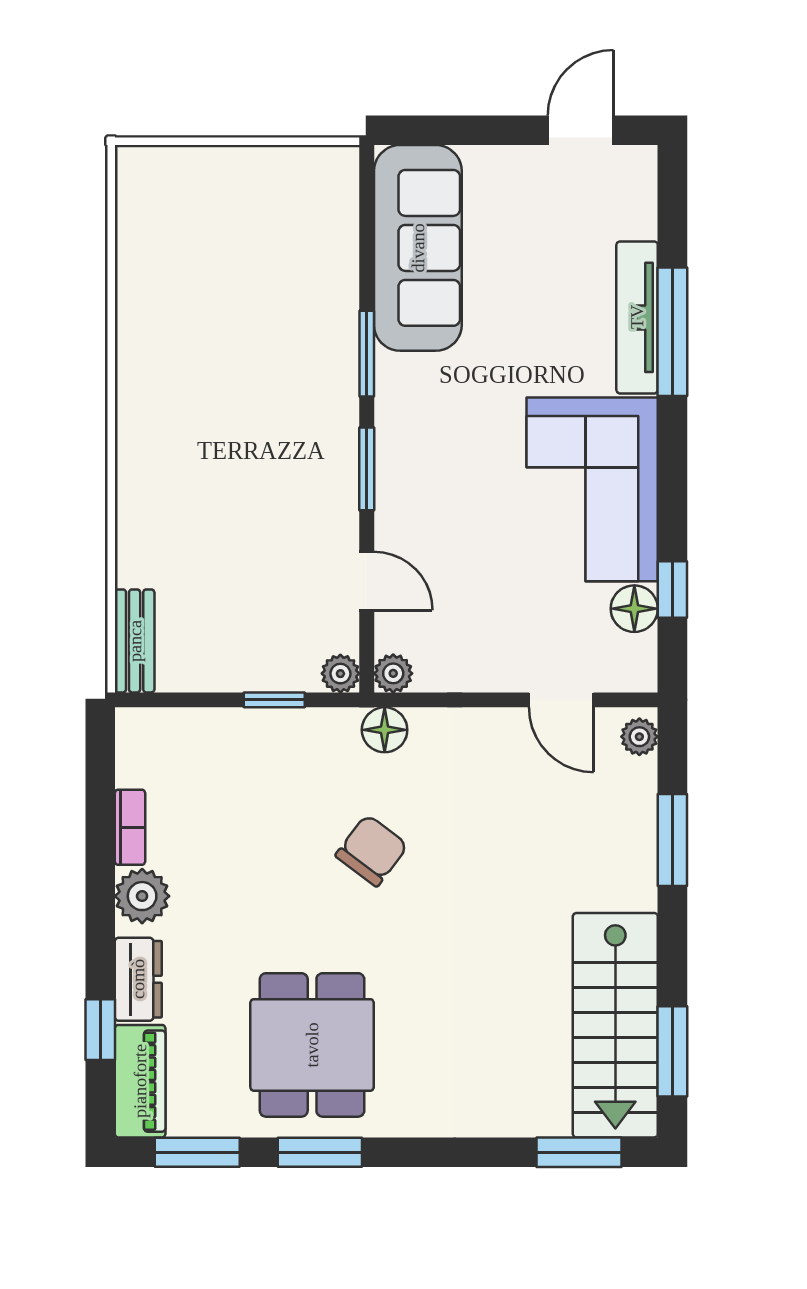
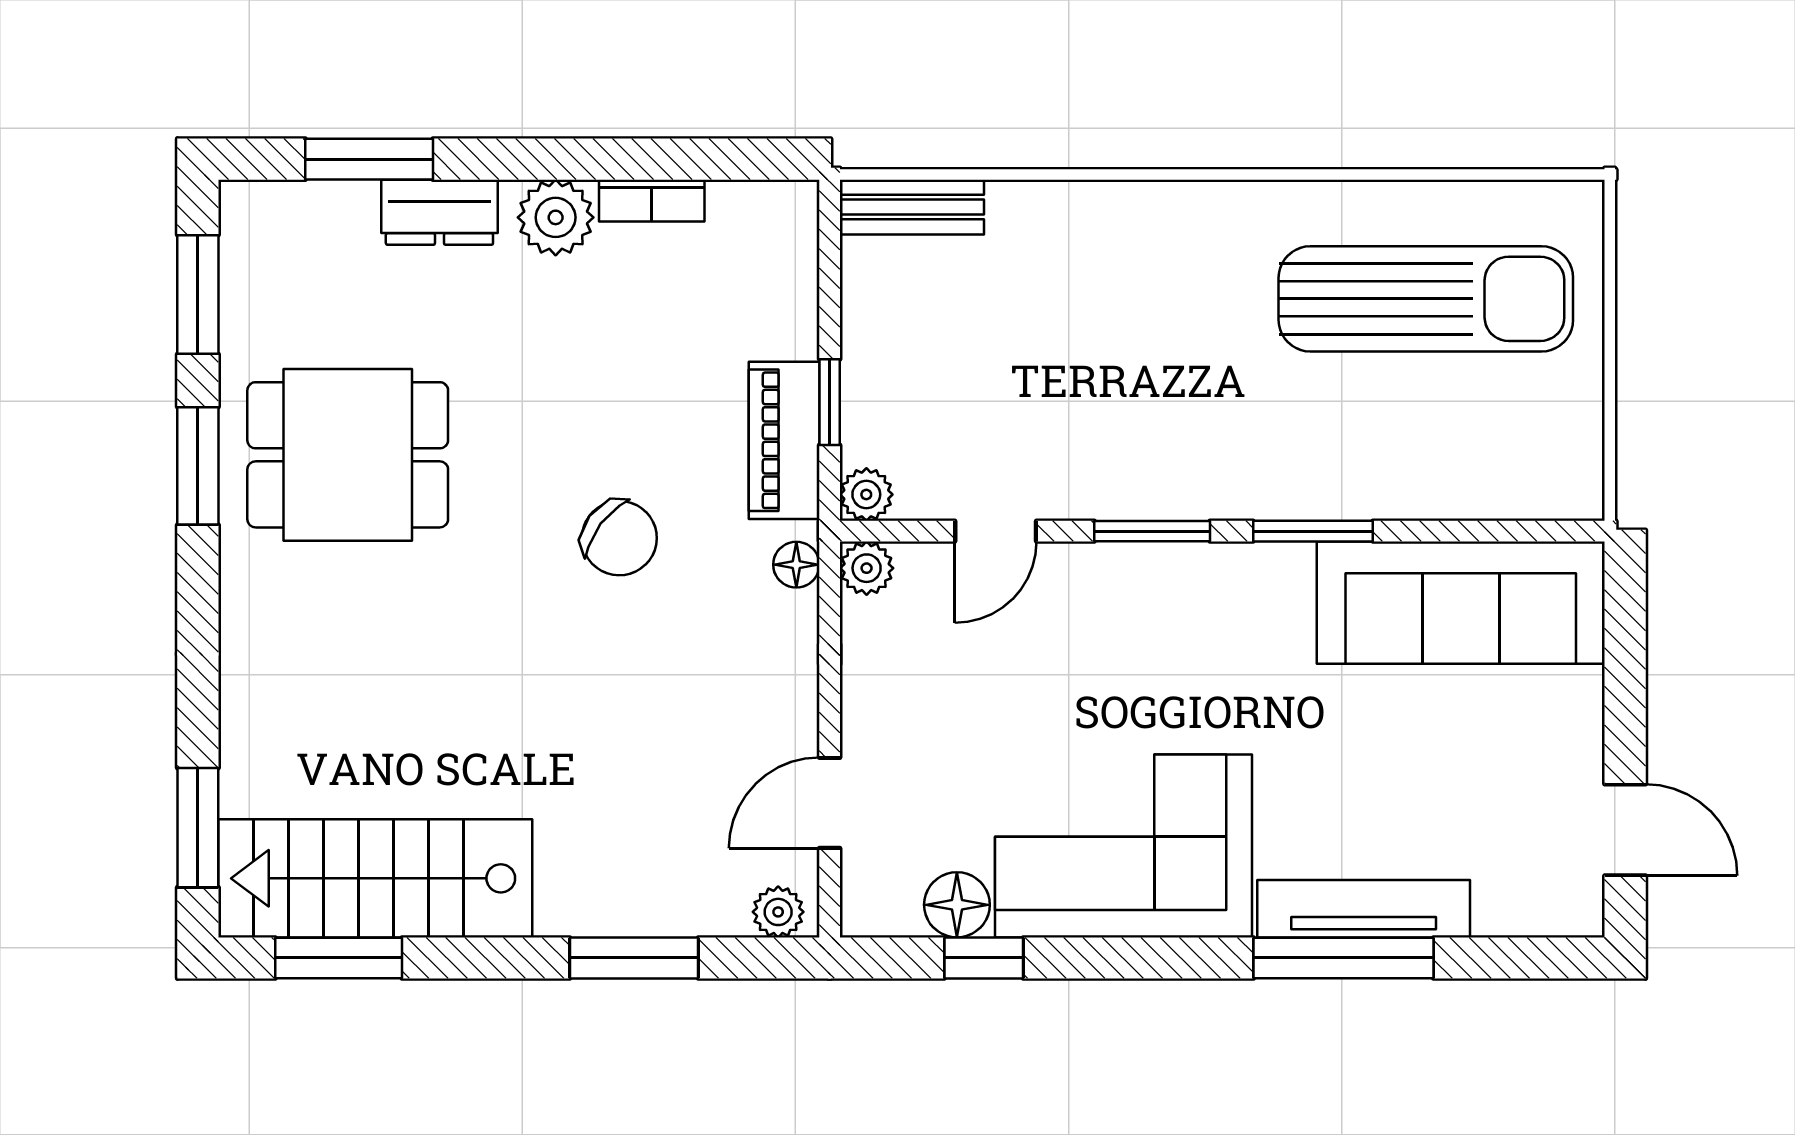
sun lounger: (200, 273) -> (1426, 299), added
floor lamp: (385, 730) -> (796, 565), width x0.73, depth x0.73
window: (100, 1030) -> (369, 159), width x1.50
piano: (140, 1081) -> (784, 440), moved, turned 90

